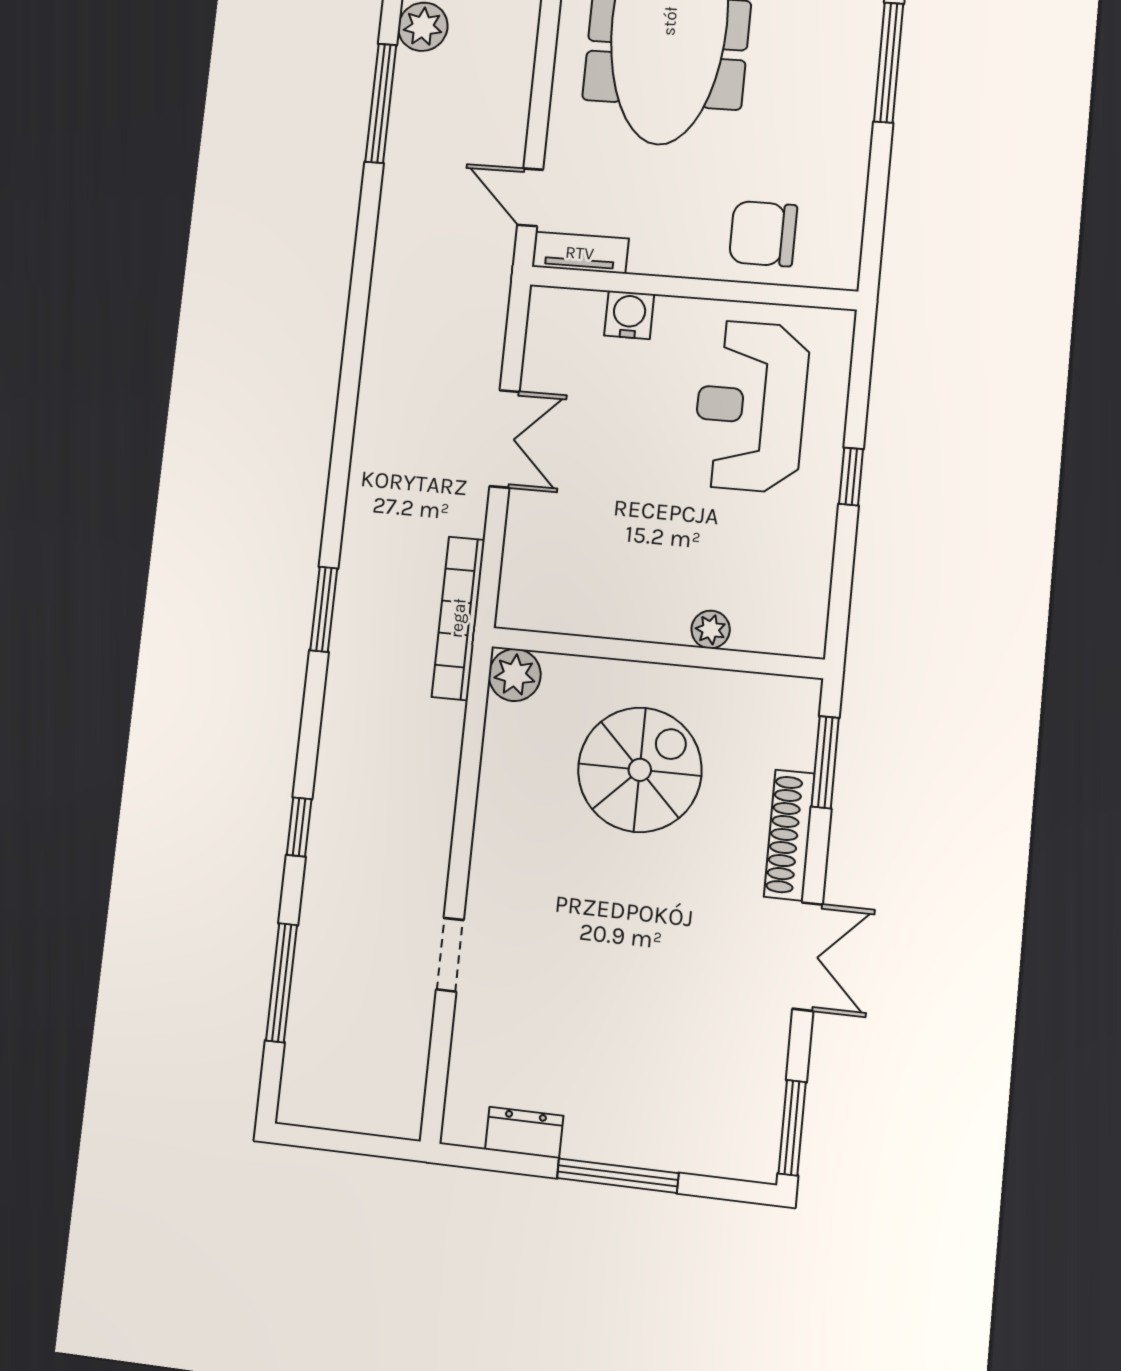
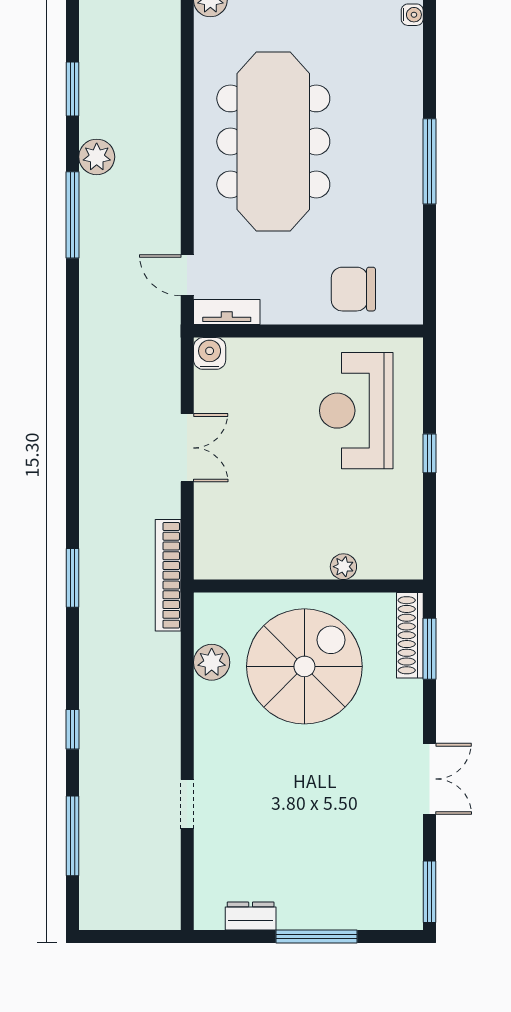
water cooler: (629, 315) -> (210, 353), moved
plant: (515, 675) -> (212, 662), moved
spiral stairs: (640, 770) -> (304, 666), width x1.37, depth x1.37
shoe rack: (789, 835) -> (410, 635), moved

